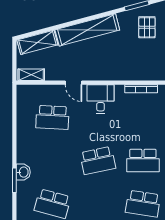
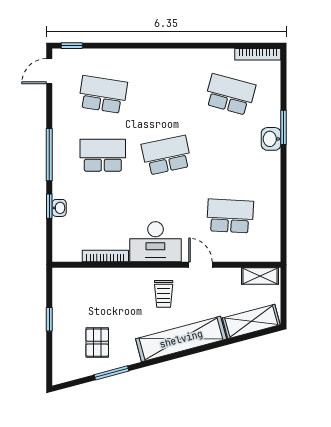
trolley: (100, 62) -> (164, 294), added
desk: (101, 99) -> (155, 242), width x1.37

